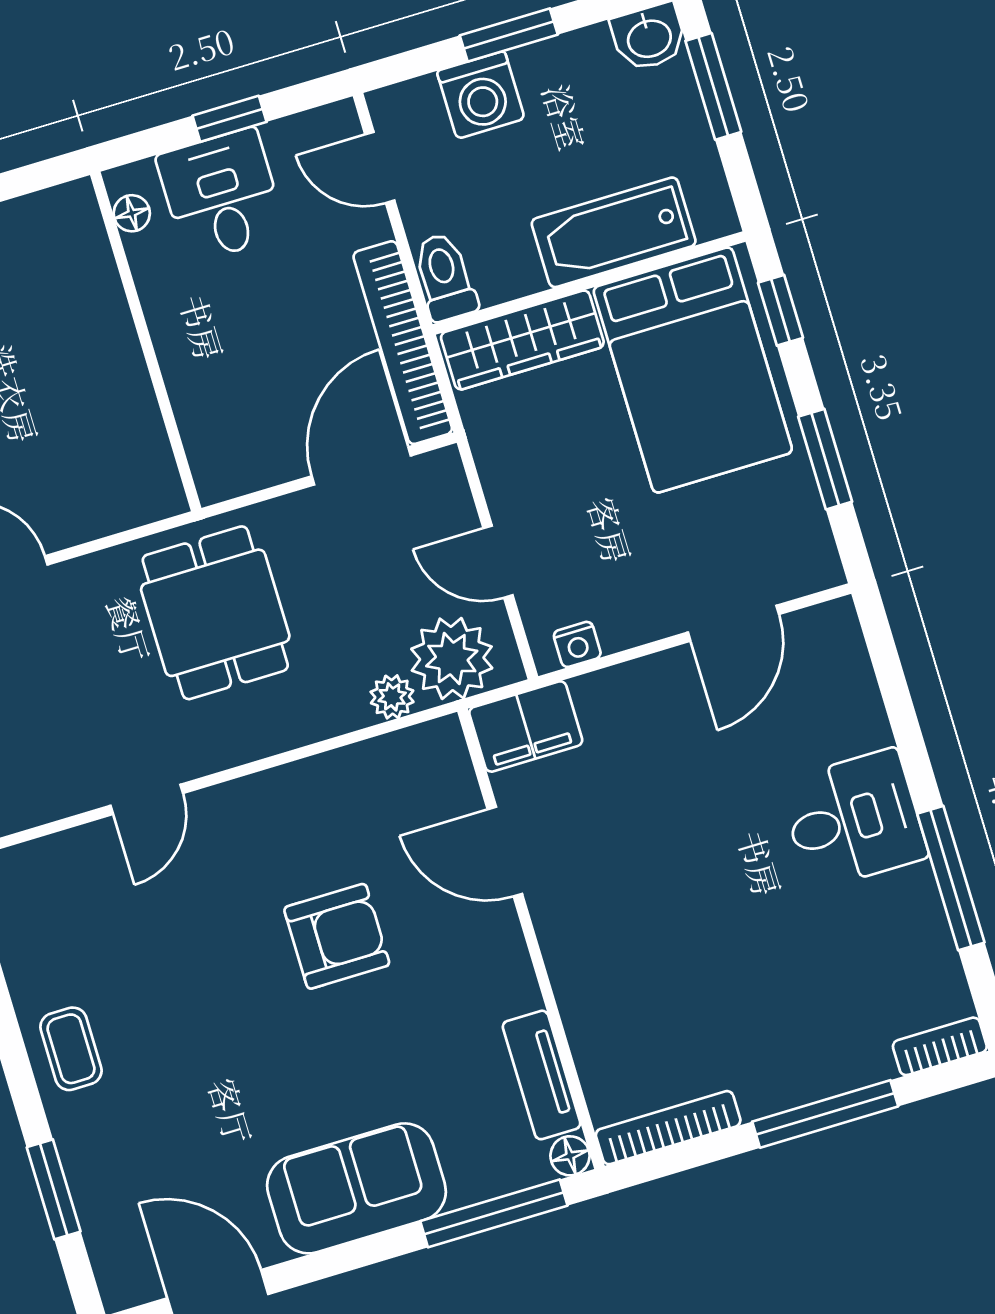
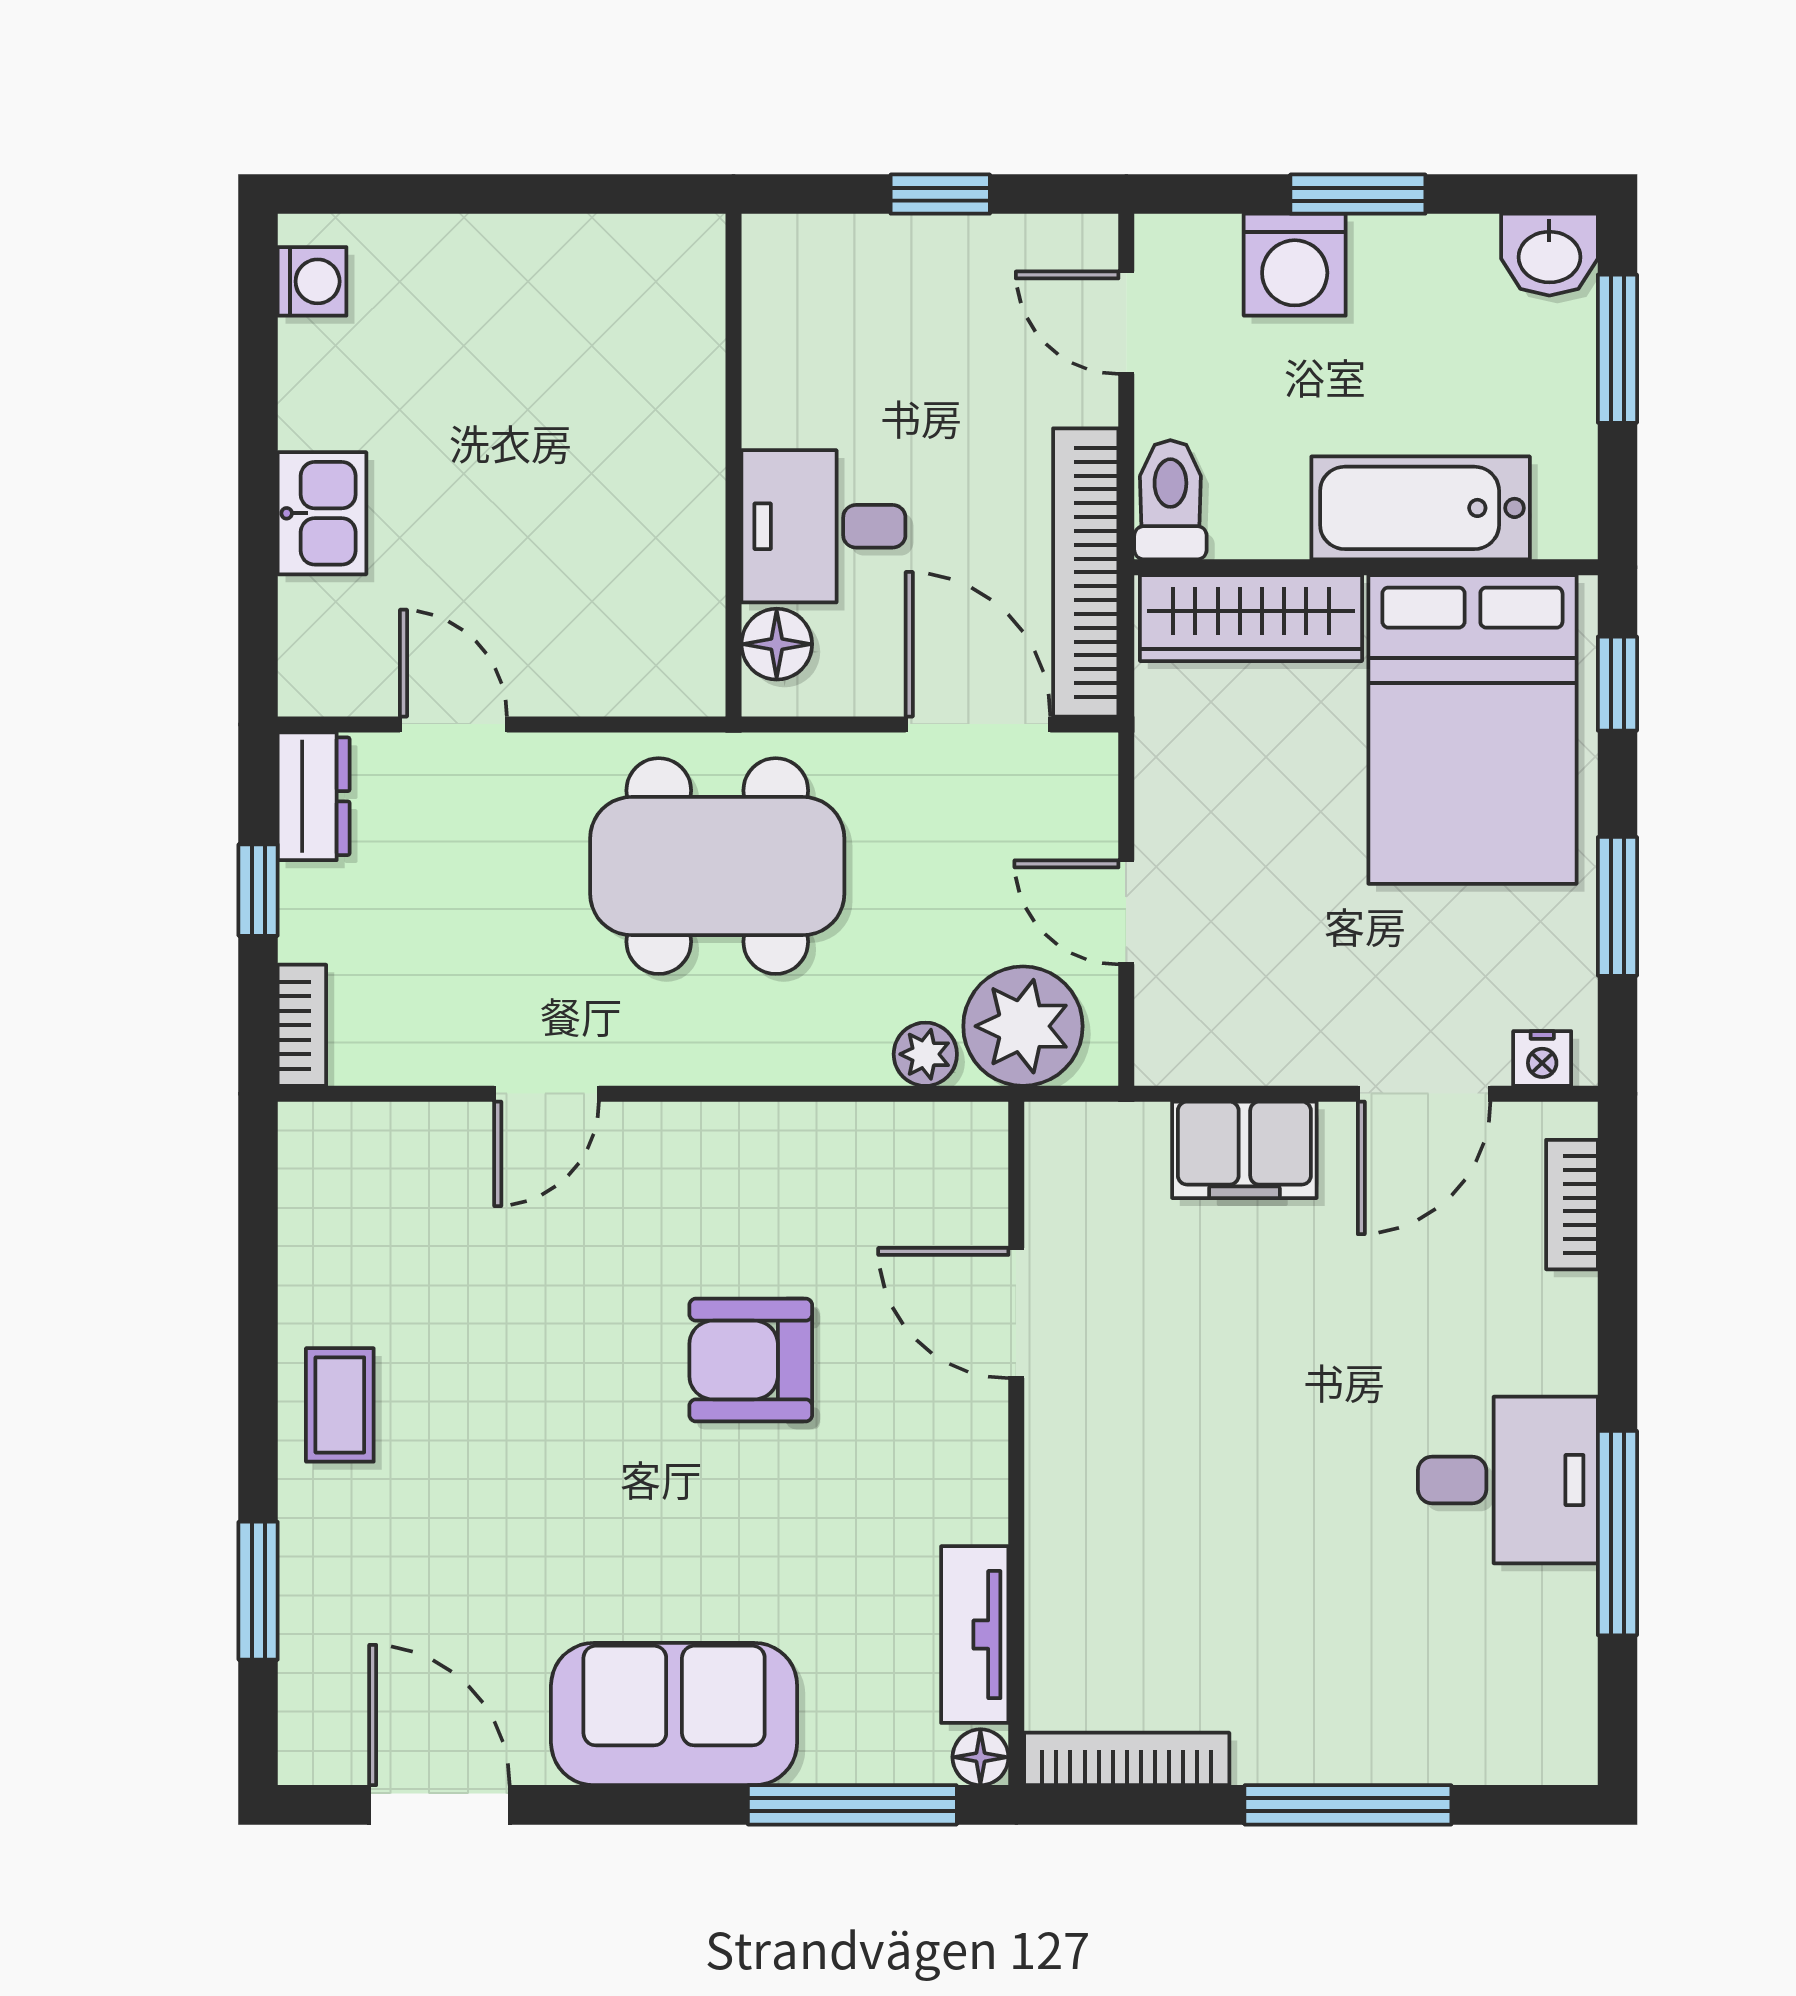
desk: (221, 195) -> (823, 526), moved, turned -90
floor lamp: (132, 213) -> (777, 644), moved, width x1.37, depth x1.37
door: (361, 466) -> (978, 724), hinge flipped
dining table: (215, 613) -> (717, 866), width x1.38
nightstand: (577, 644) -> (1542, 1059), moved
filing cabinet: (526, 726) -> (1244, 1150), moved
desk: (853, 819) -> (1508, 1480), moved
armchair: (337, 936) -> (751, 1360), turned 180
bookcase: (940, 1046) -> (1572, 1205), moved, turned -90

